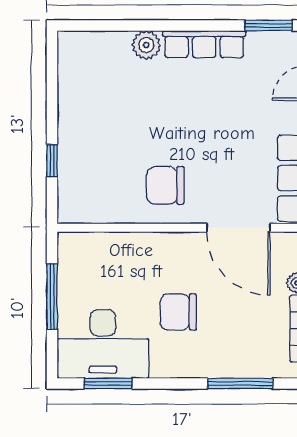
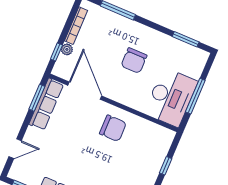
chair: (178, 312) -> (134, 61), turned 90
desk: (103, 344) -> (171, 97), moved, turned 90

